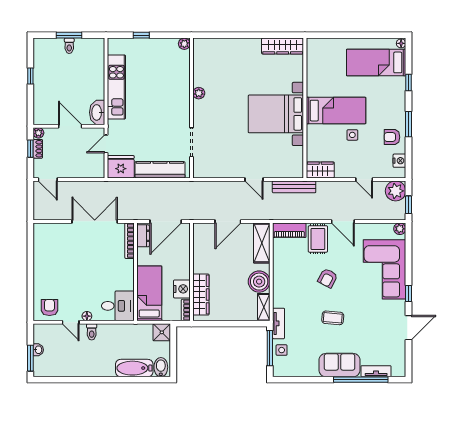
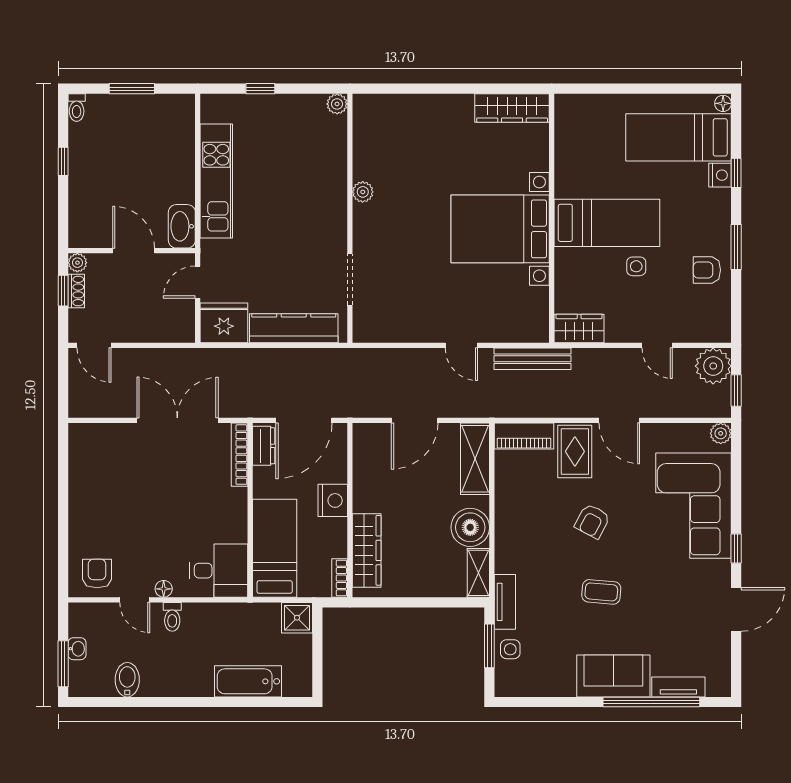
toilet: (69, 46) -> (77, 108), moved
nightstand: (399, 161) -> (720, 175), moved
nightstand: (182, 289) -> (333, 500), moved
window: (270, 348) -> (489, 646), width x0.69
bidet: (161, 367) -> (127, 680), moved

